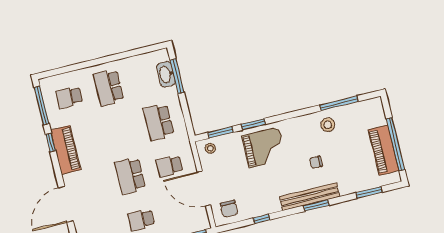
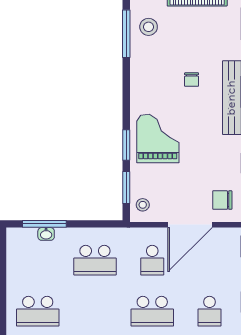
washbasin: (166, 74) -> (46, 234), width x0.52, depth x0.69
stool: (328, 125) -> (149, 27), moved
chair: (229, 209) -> (222, 200), turned 180

